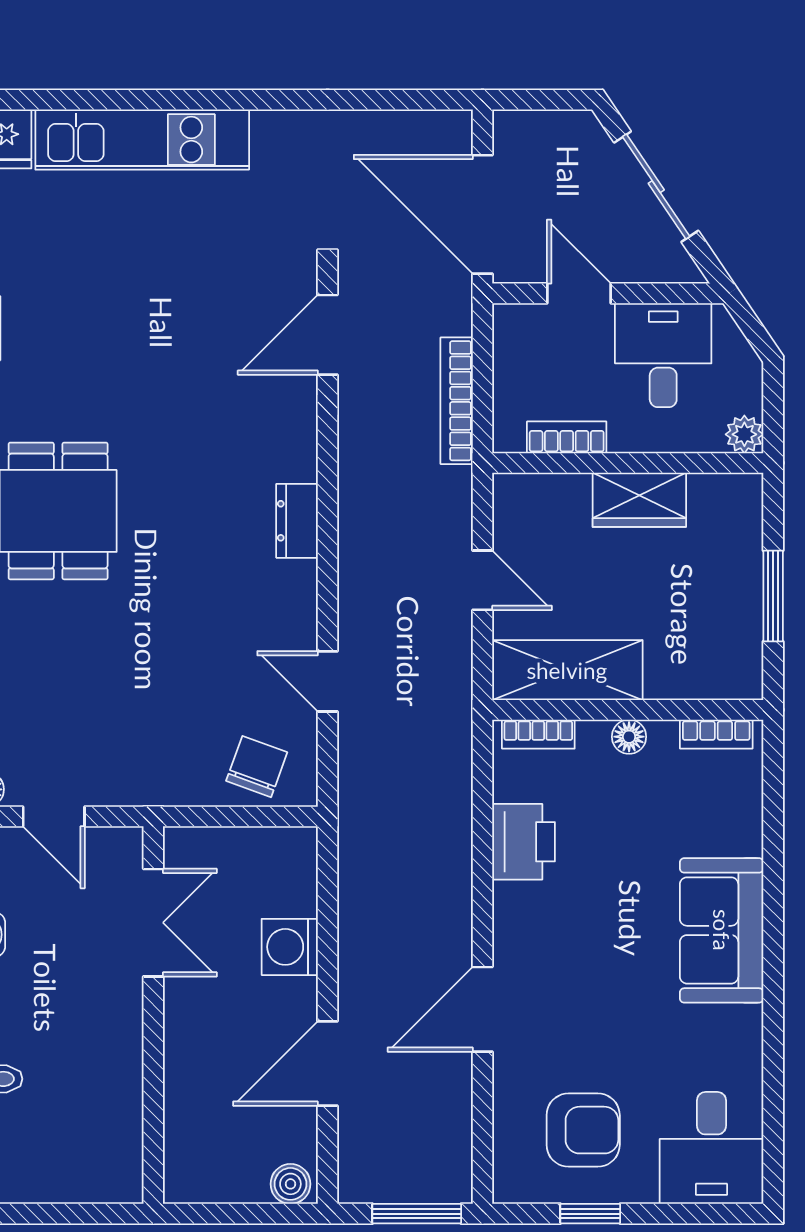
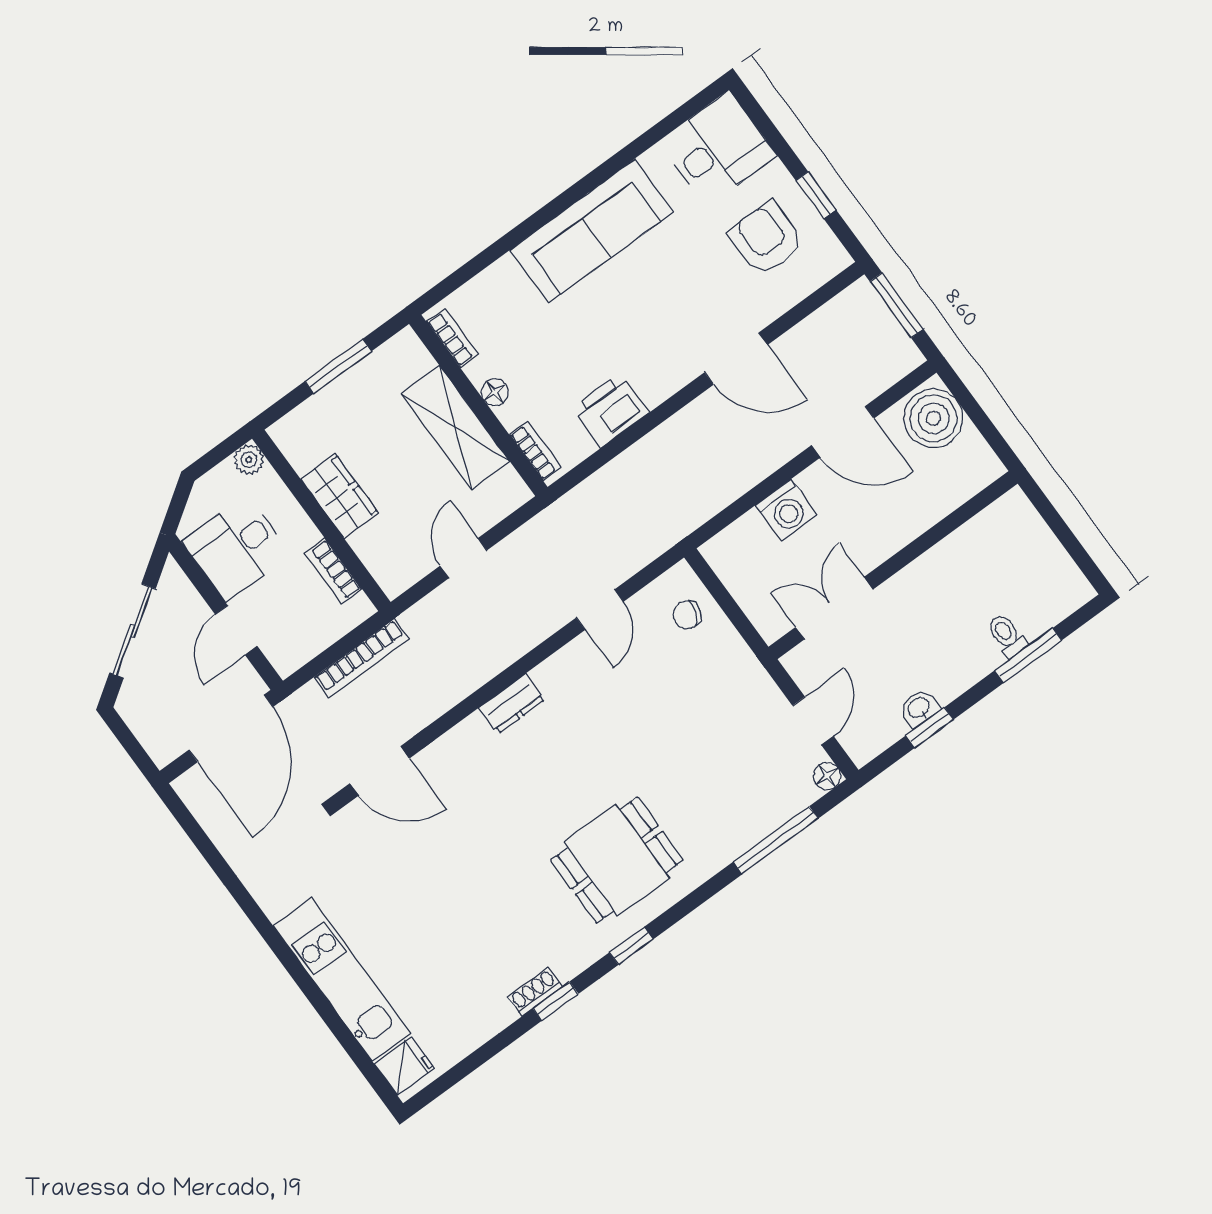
shelving: (567, 670) -> (456, 427), moved
chair: (257, 767) -> (687, 615), width x0.73, depth x0.73
sofa: (722, 930) -> (591, 231), width x1.36
boiler: (290, 1184) -> (934, 418), width x1.86, depth x1.86

